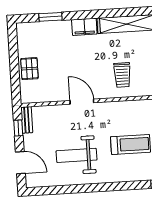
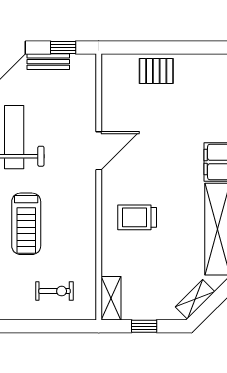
bench: (27, 120) -> (48, 62), moved

